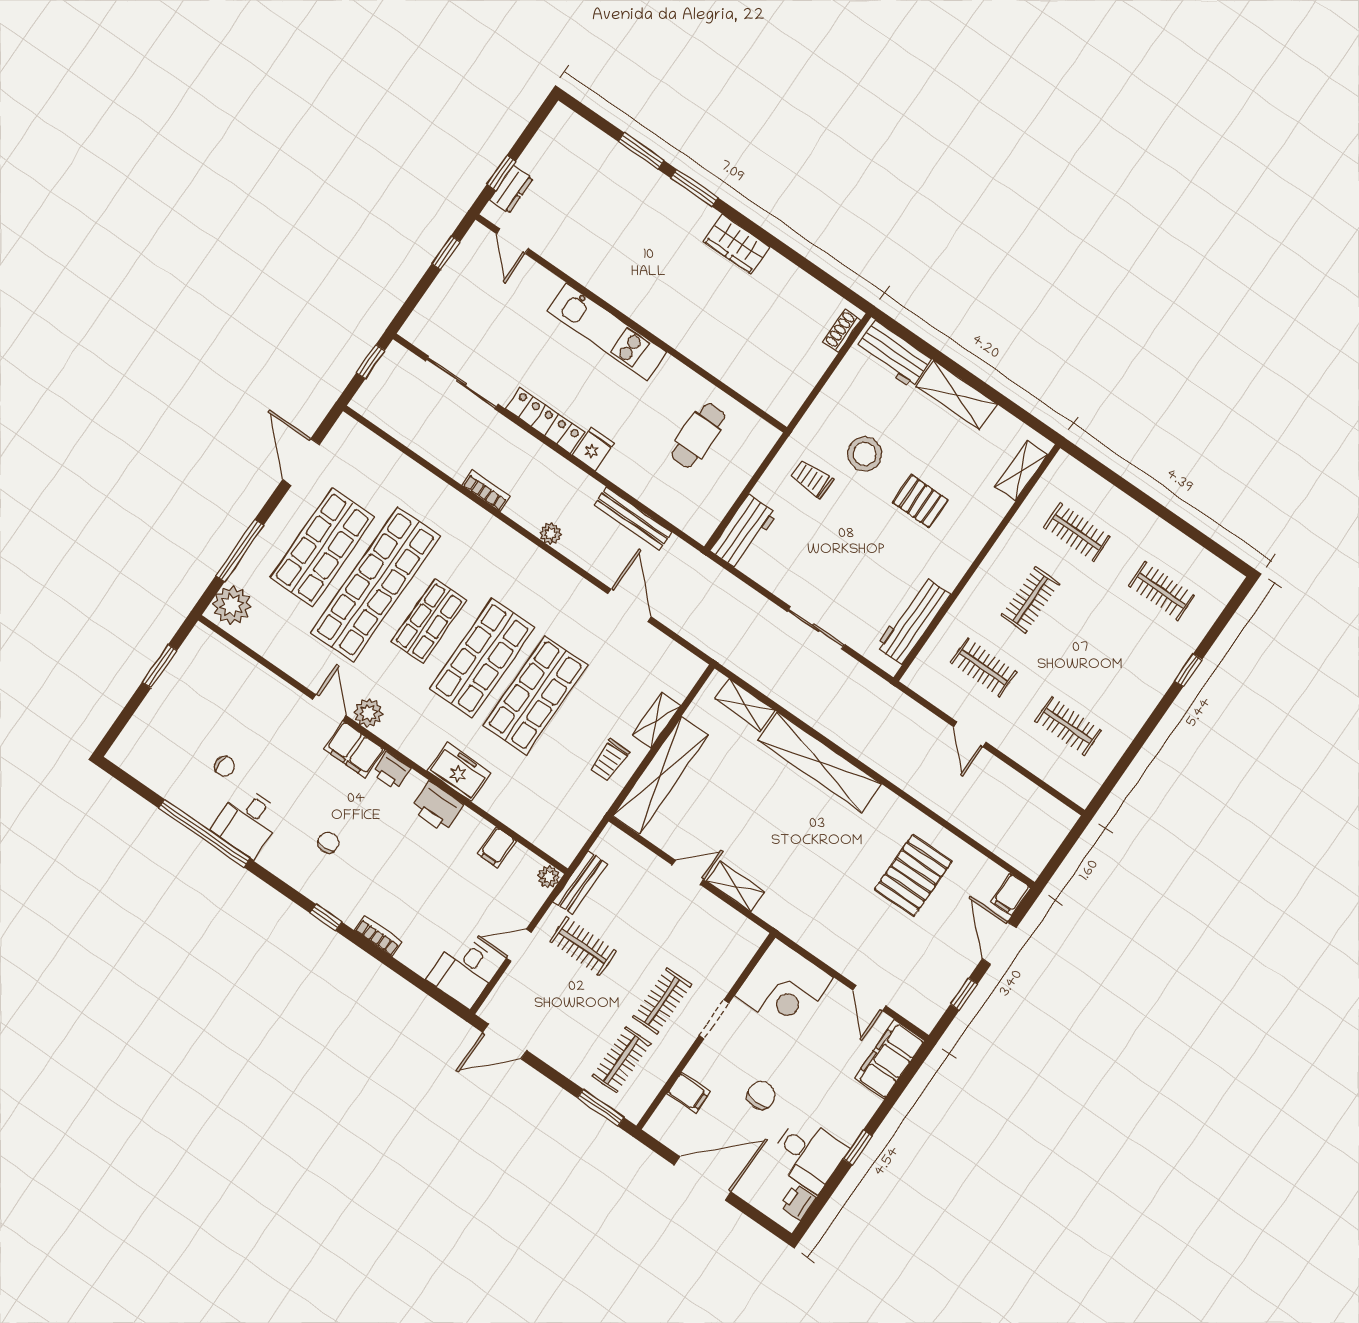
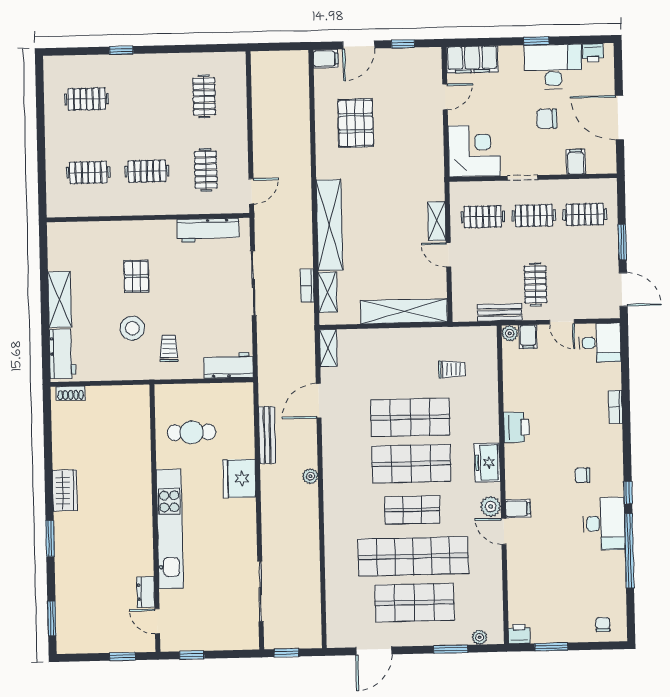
window: (641, 151) -> (52, 618), moved
dresser: (511, 189) -> (146, 592), moved, turned -90
door: (512, 241) -> (157, 621), swing flipped
kitchen unit: (607, 331) -> (170, 529), width x1.36
locker: (545, 420) -> (247, 527), removed
fridge: (593, 449) -> (239, 478), width x1.88, depth x1.34
shelving: (1021, 471) -> (76, 231), removed
trolley: (812, 479) -> (169, 348), turned 180
bookcase: (486, 491) -> (307, 286), moved
clothes rail: (1077, 532) -> (88, 173), turned 90
window: (240, 551) -> (451, 649), width x0.69
clothes rail: (1162, 591) -> (87, 99), turned 90
plant: (232, 605) -> (480, 637), width x0.53, depth x0.53
sliding door: (816, 628) -> (253, 283), width x1.37
door: (329, 707) -> (504, 531), hinge flipped
shelving: (656, 720) -> (328, 348), moved, turned 90
door: (970, 734) -> (251, 191), moved
filing cabinet: (354, 749) -> (518, 509), width x0.50
trolley: (610, 760) -> (452, 369), moved
chair: (225, 766) -> (603, 624), moved
printer: (391, 771) -> (519, 634), moved, turned -90
freezer: (459, 772) -> (487, 463), moved
desk: (247, 822) -> (604, 524), width x1.37
filing cabinet: (497, 847) -> (528, 337), moved, turned 90
pallet: (913, 875) -> (356, 123), turned 90
window: (326, 917) -> (628, 493), moved
clothes rail: (703, 942) -> (483, 217), added
window: (601, 1108) -> (622, 242), moved
desk: (809, 1154) -> (553, 67), width x1.37

